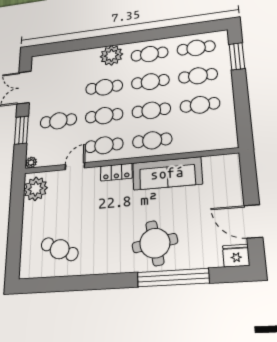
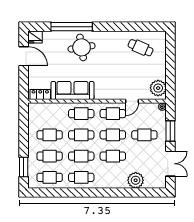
plant: (111, 55) -> (136, 180), moved
locker: (116, 172) -> (40, 94), moved

